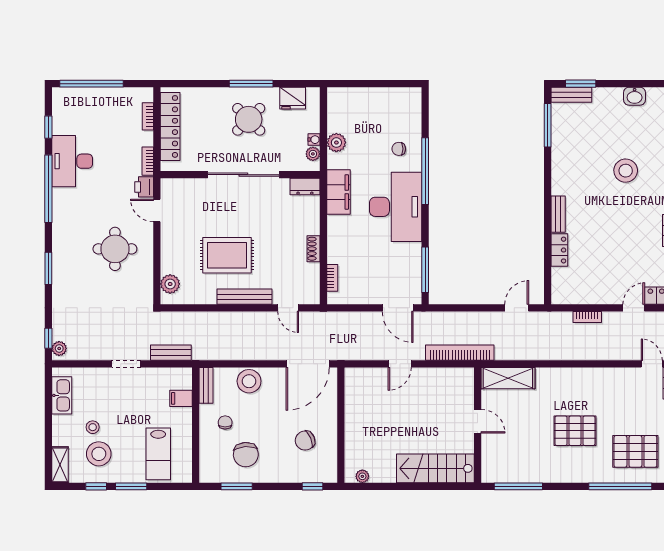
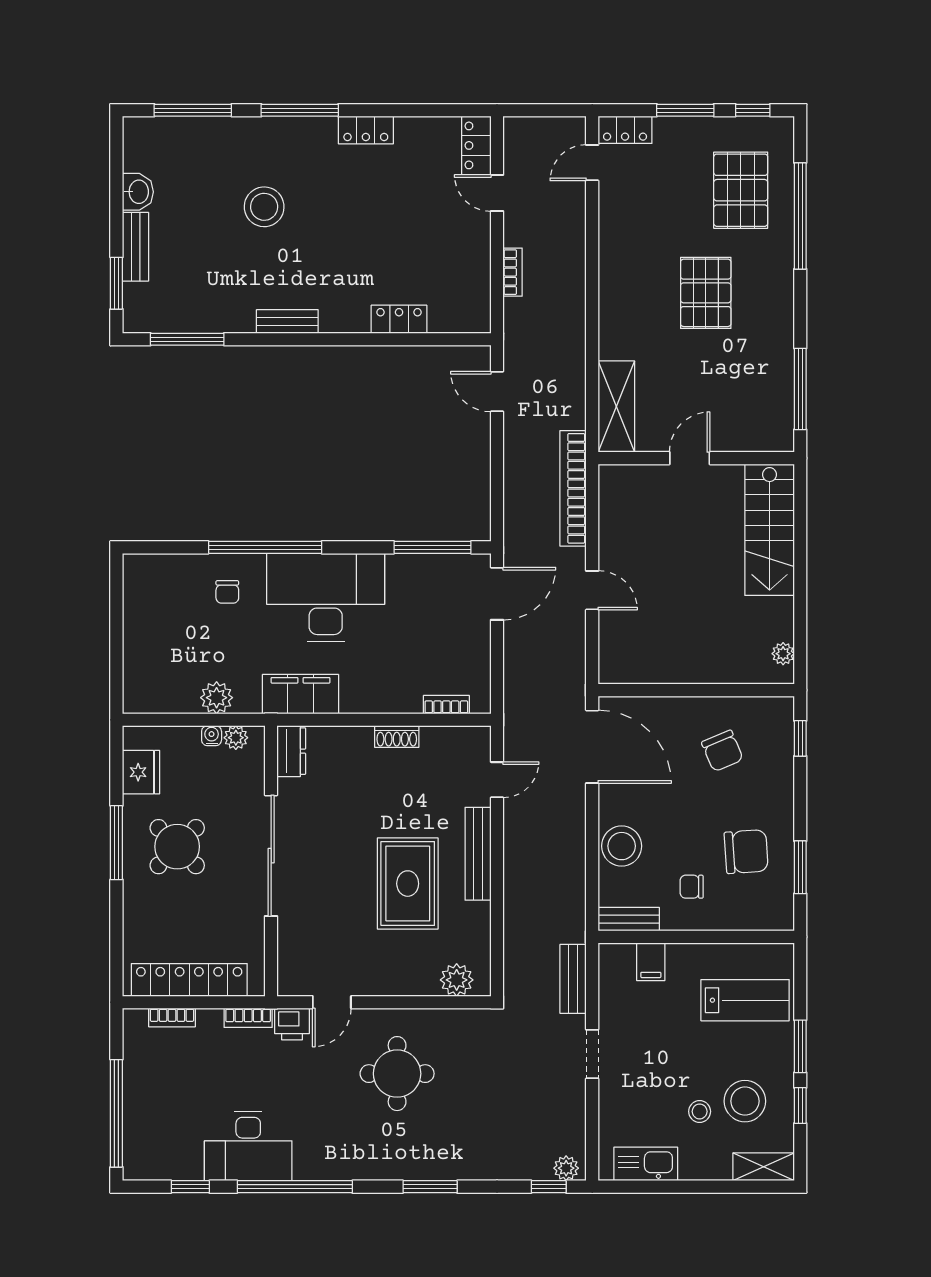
bench: (571, 95) -> (135, 247), moved
bench: (558, 214) -> (287, 321), moved

